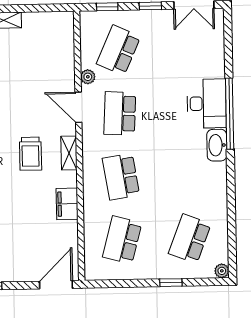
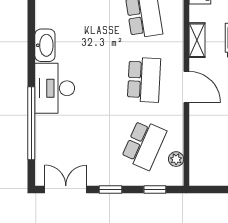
plant: (88, 77) -> (176, 159), moved
window: (230, 114) -> (31, 123), moved

